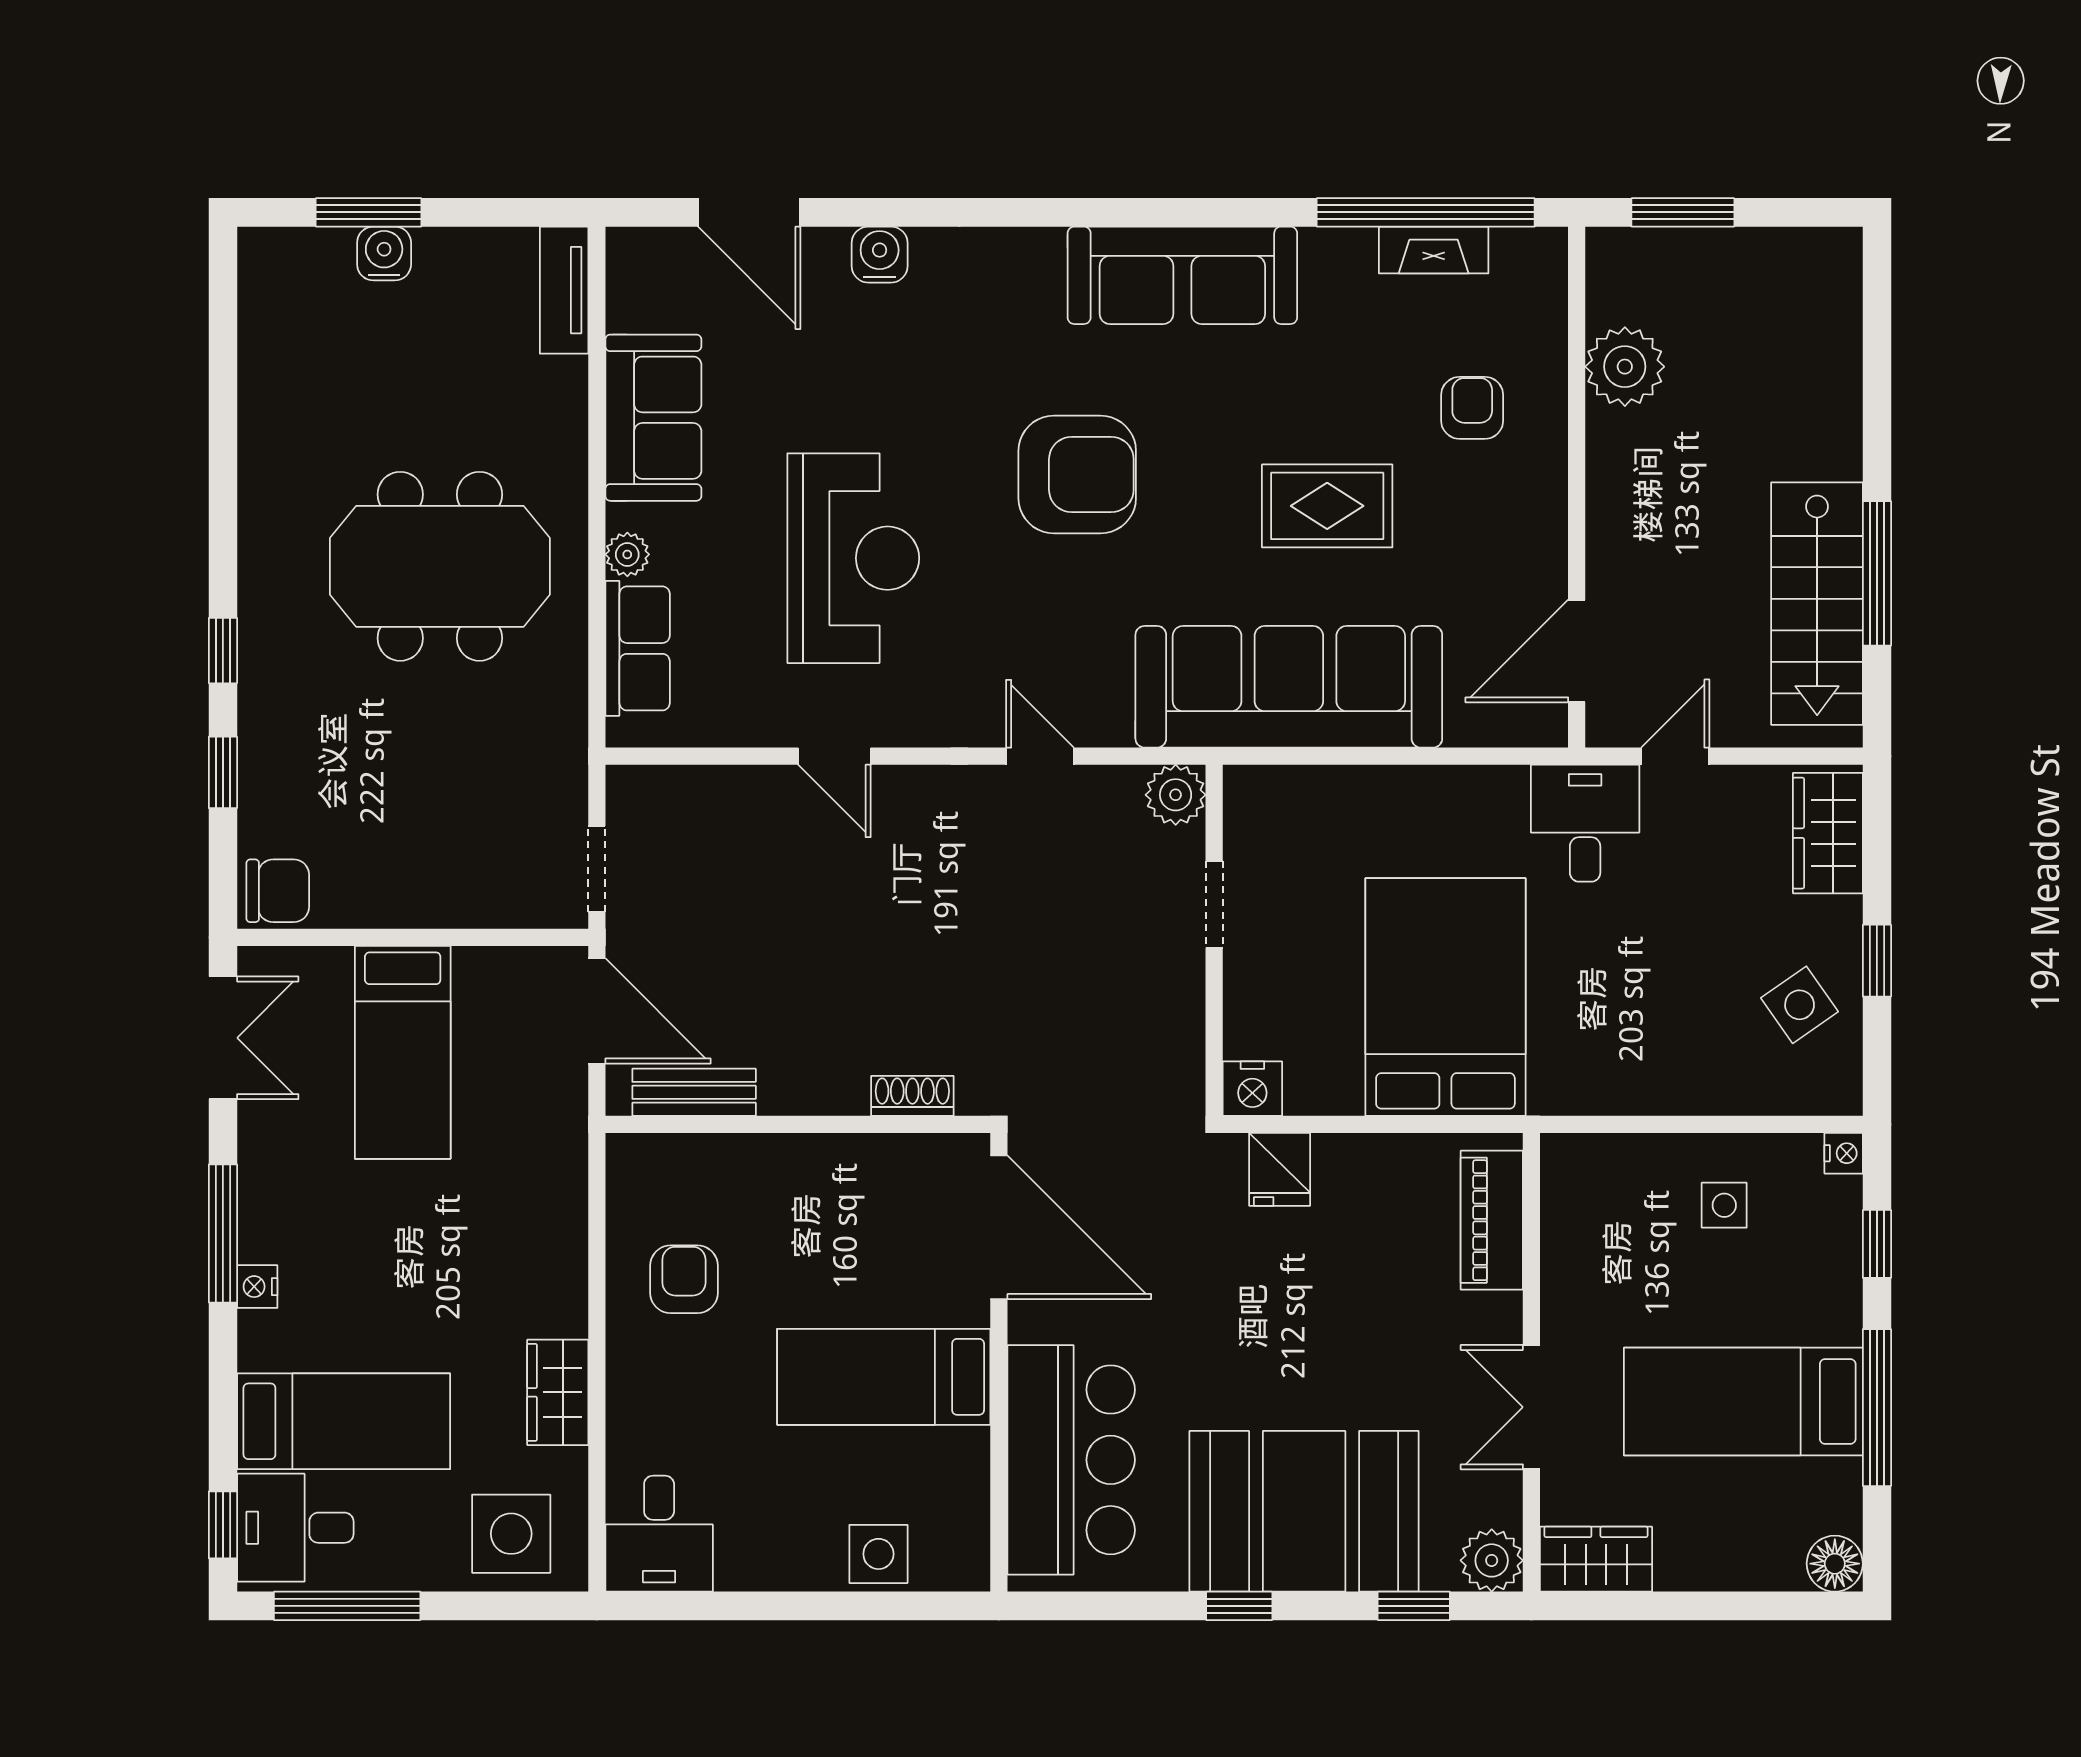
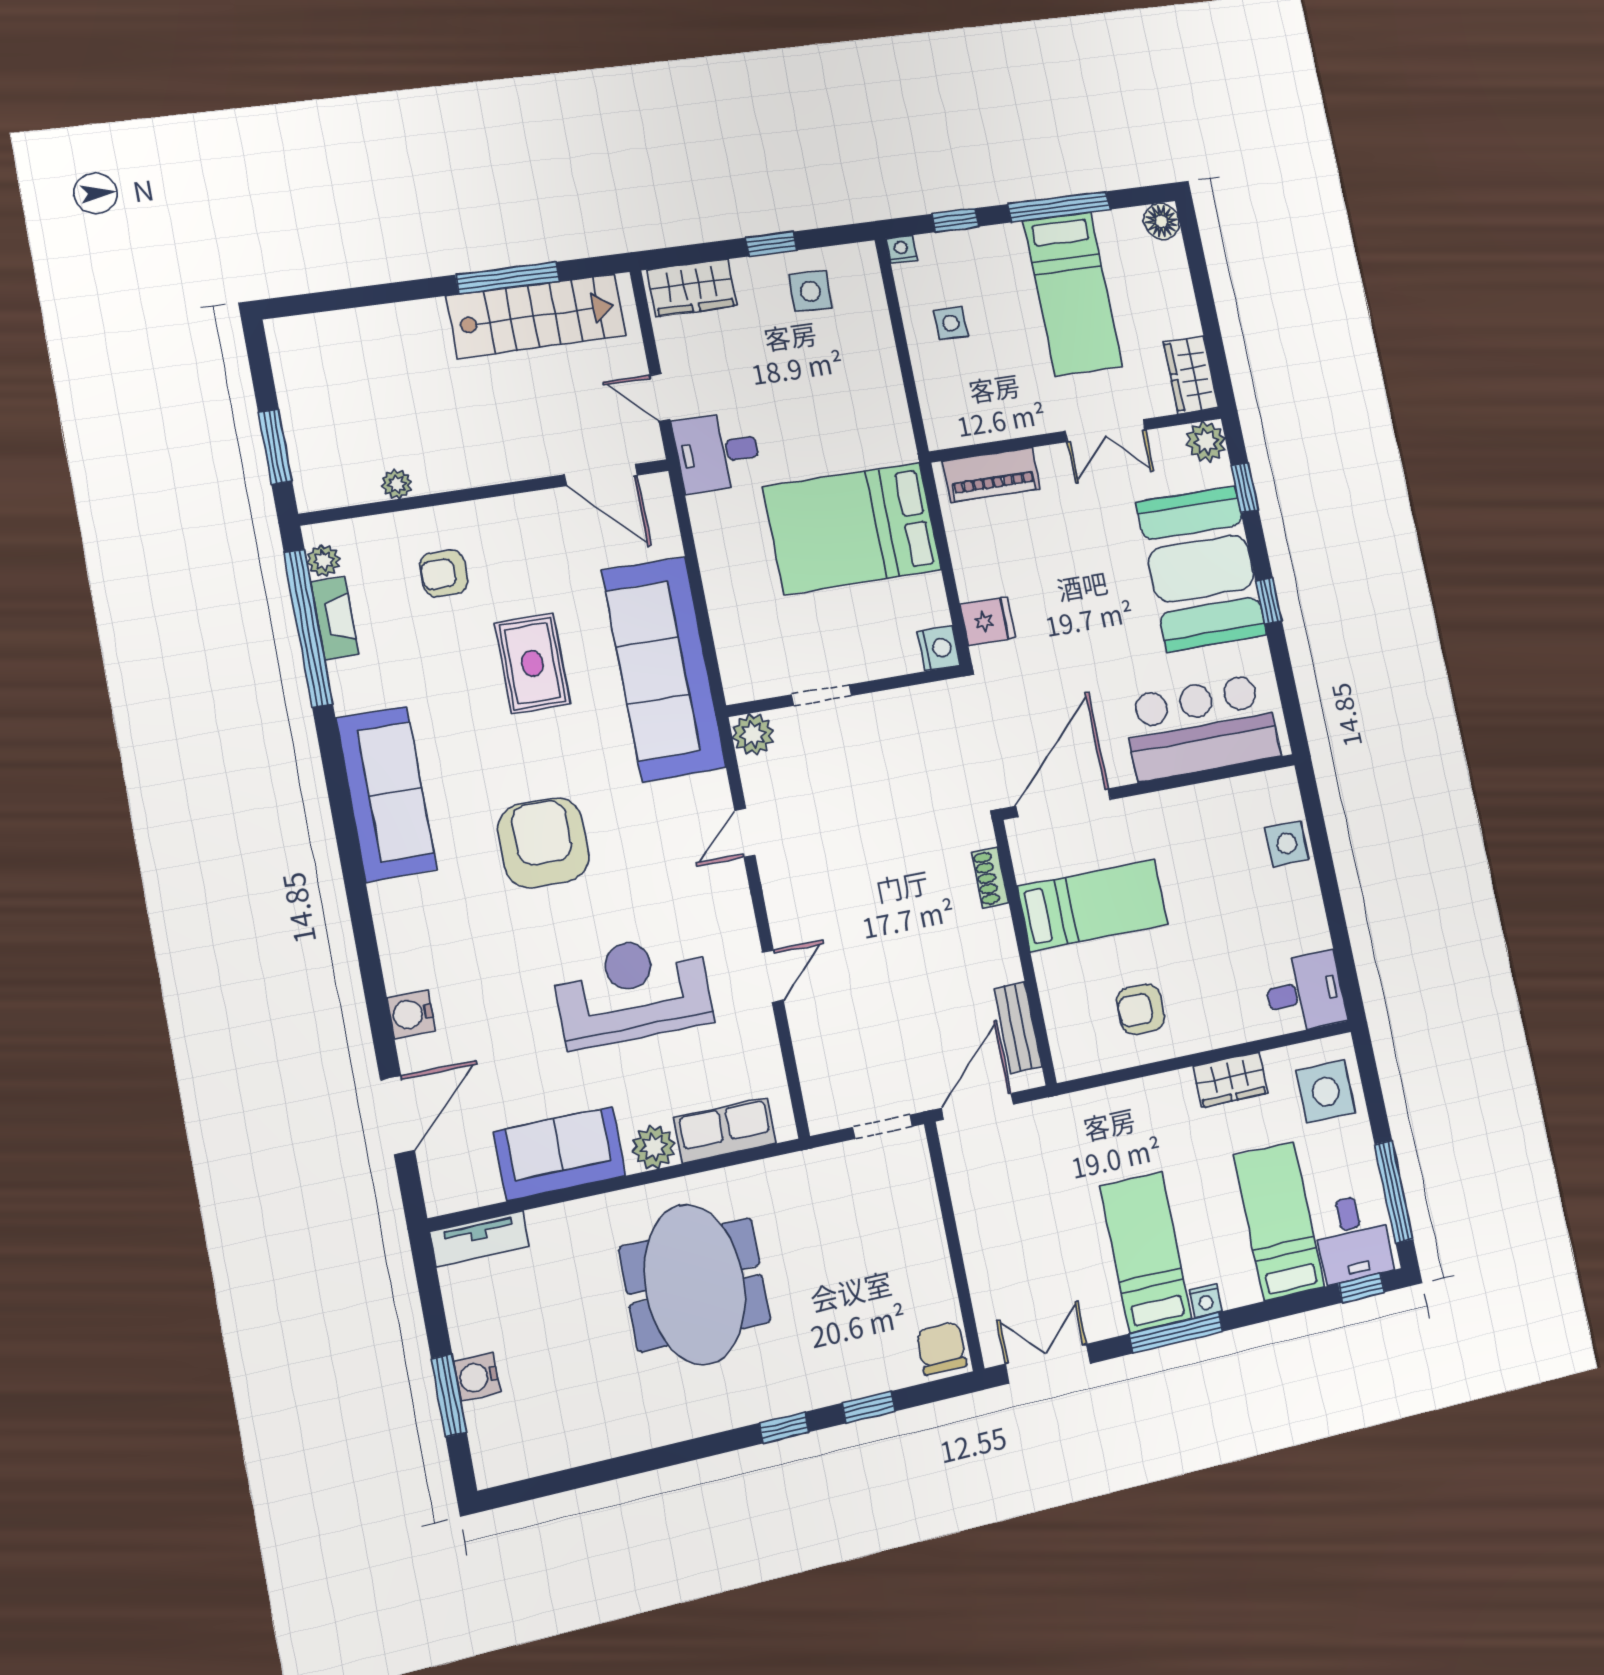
plant: (1515, 249) -> (323, 561), added
plant: (1625, 367) -> (397, 484), width x0.53, depth x0.53
plant: (627, 554) -> (654, 1147), width x1.38, depth x1.38
side table: (1800, 1005) -> (810, 291), turned 37
bed: (403, 1052) -> (1146, 1252), moved, turned -90
bed: (884, 1377) -> (1093, 905), moved, turned -90

